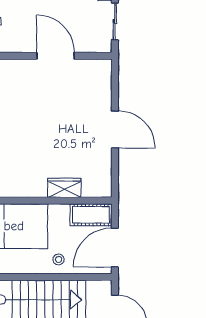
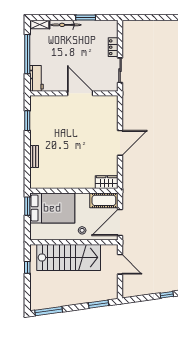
door: (115, 129) -> (120, 143), hinge flipped
wardrobe: (64, 188) -> (107, 182), moved

